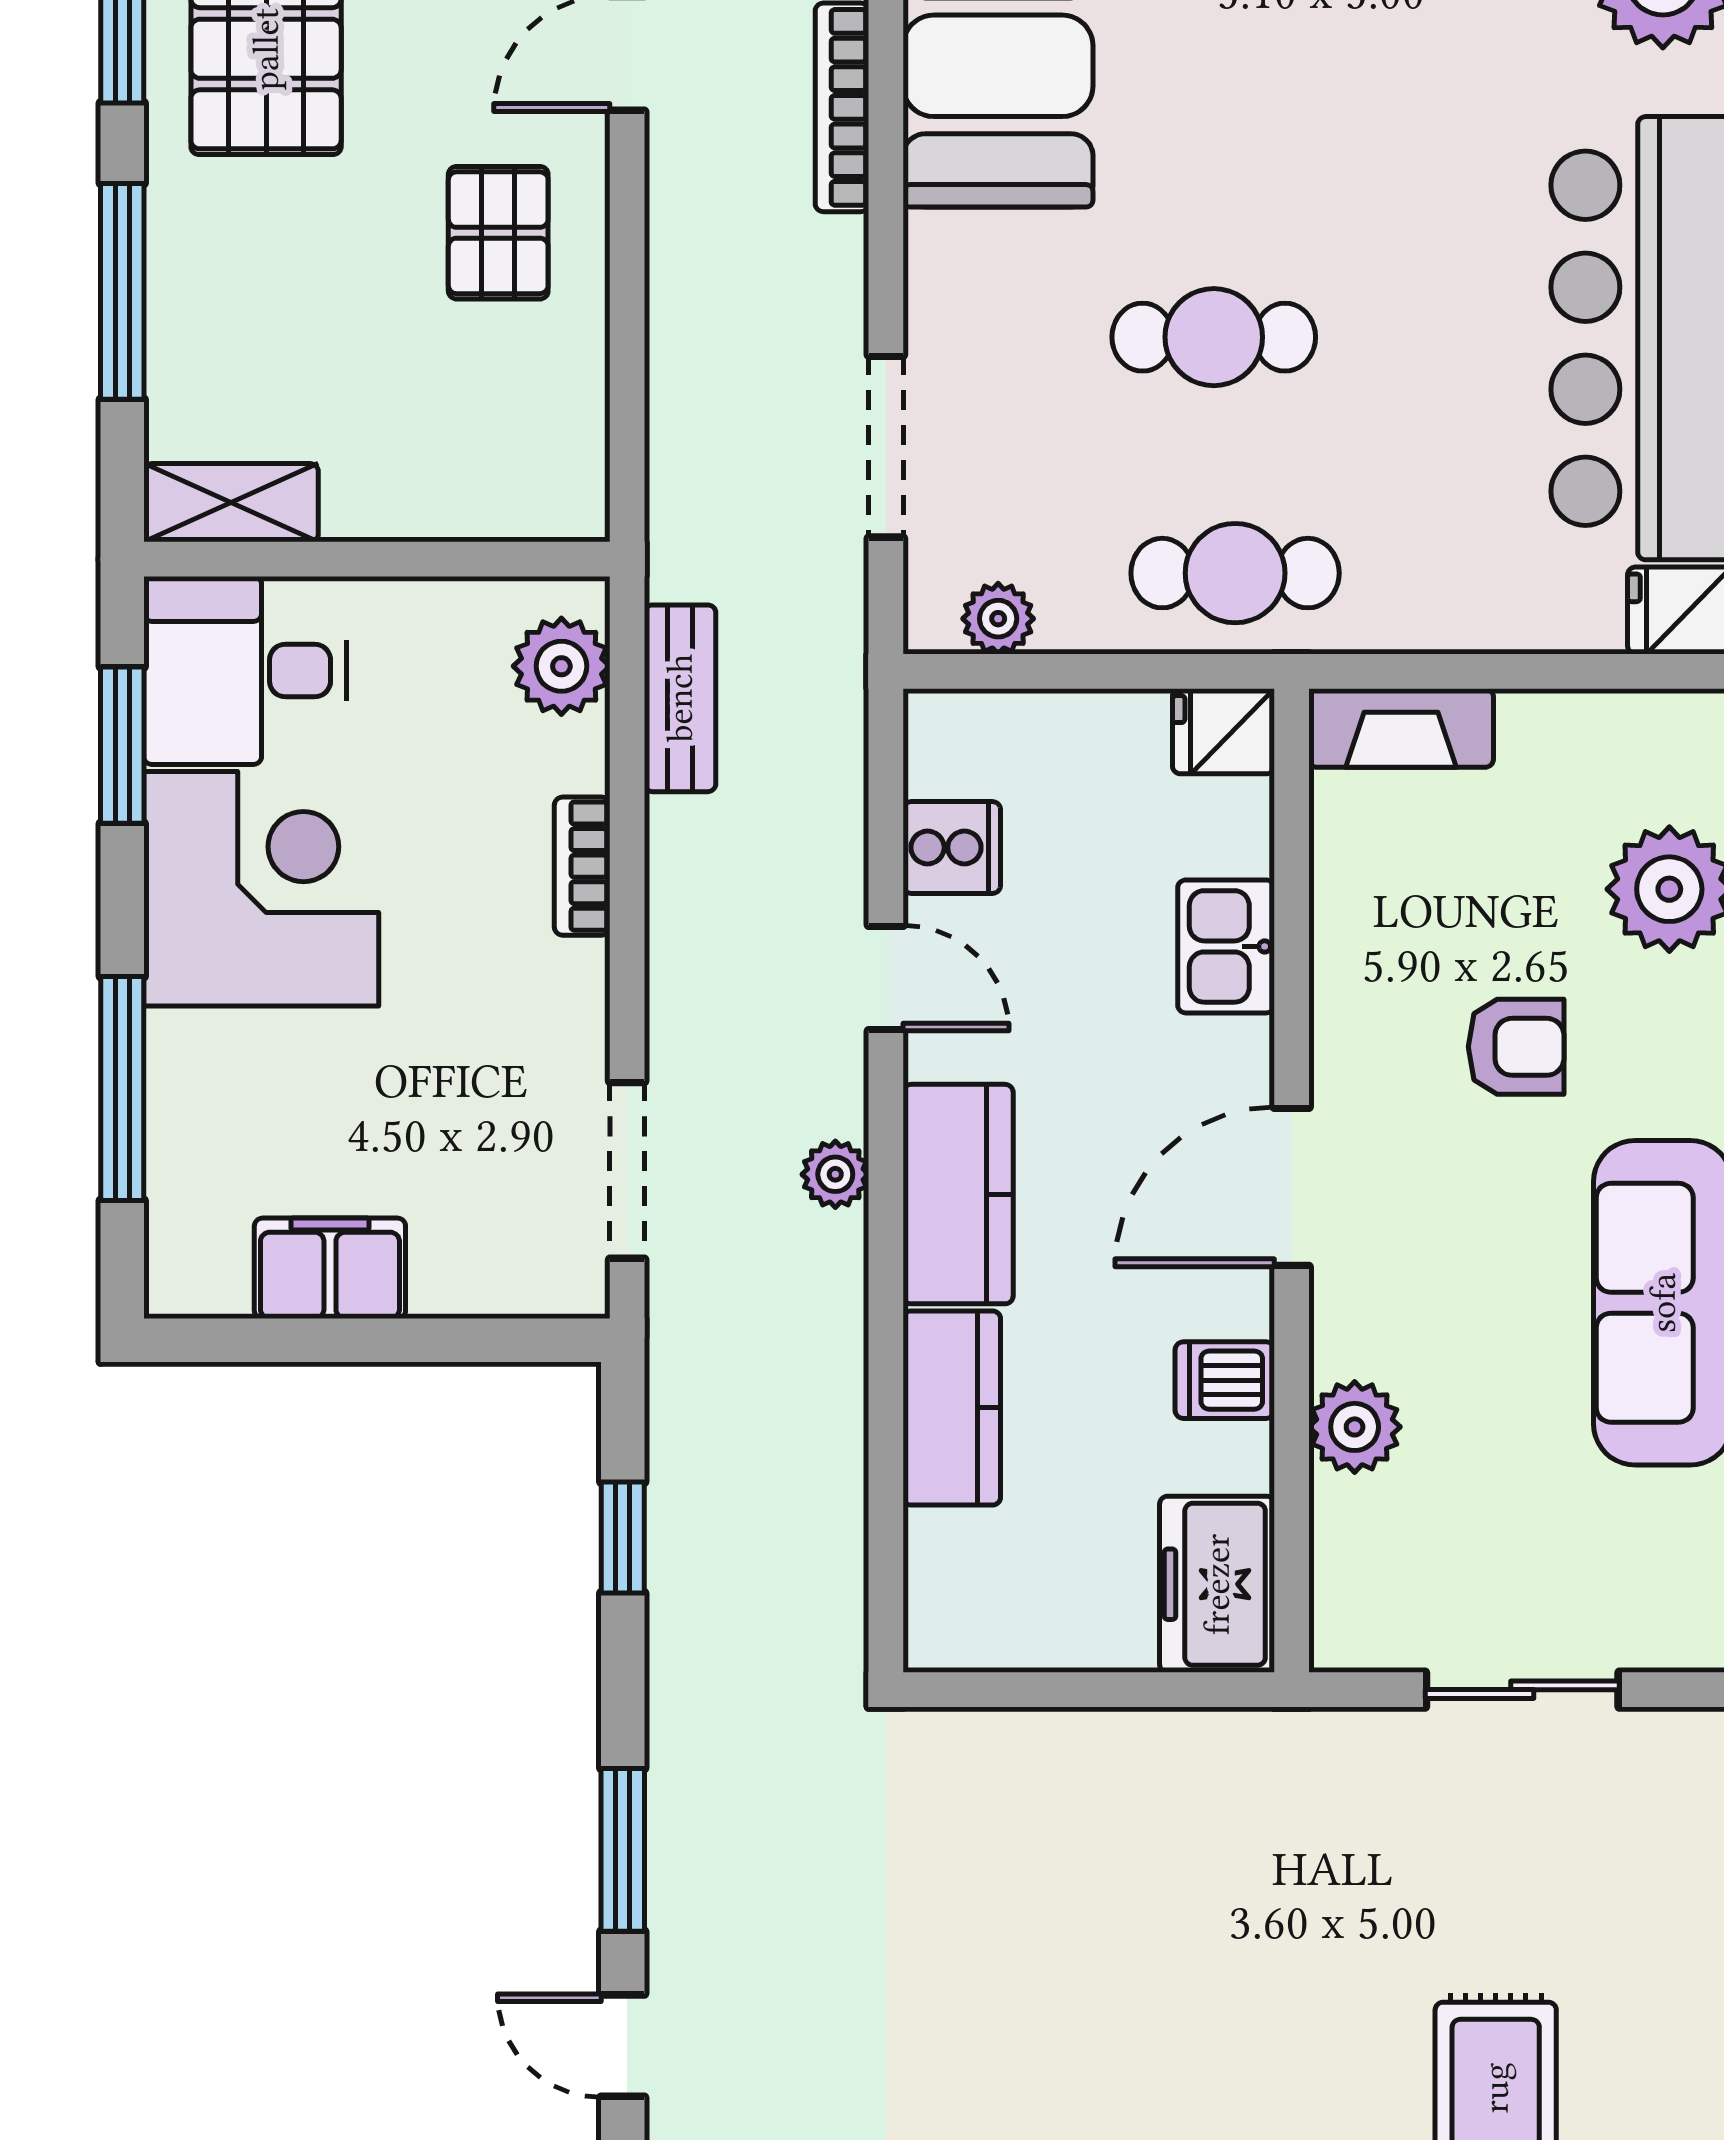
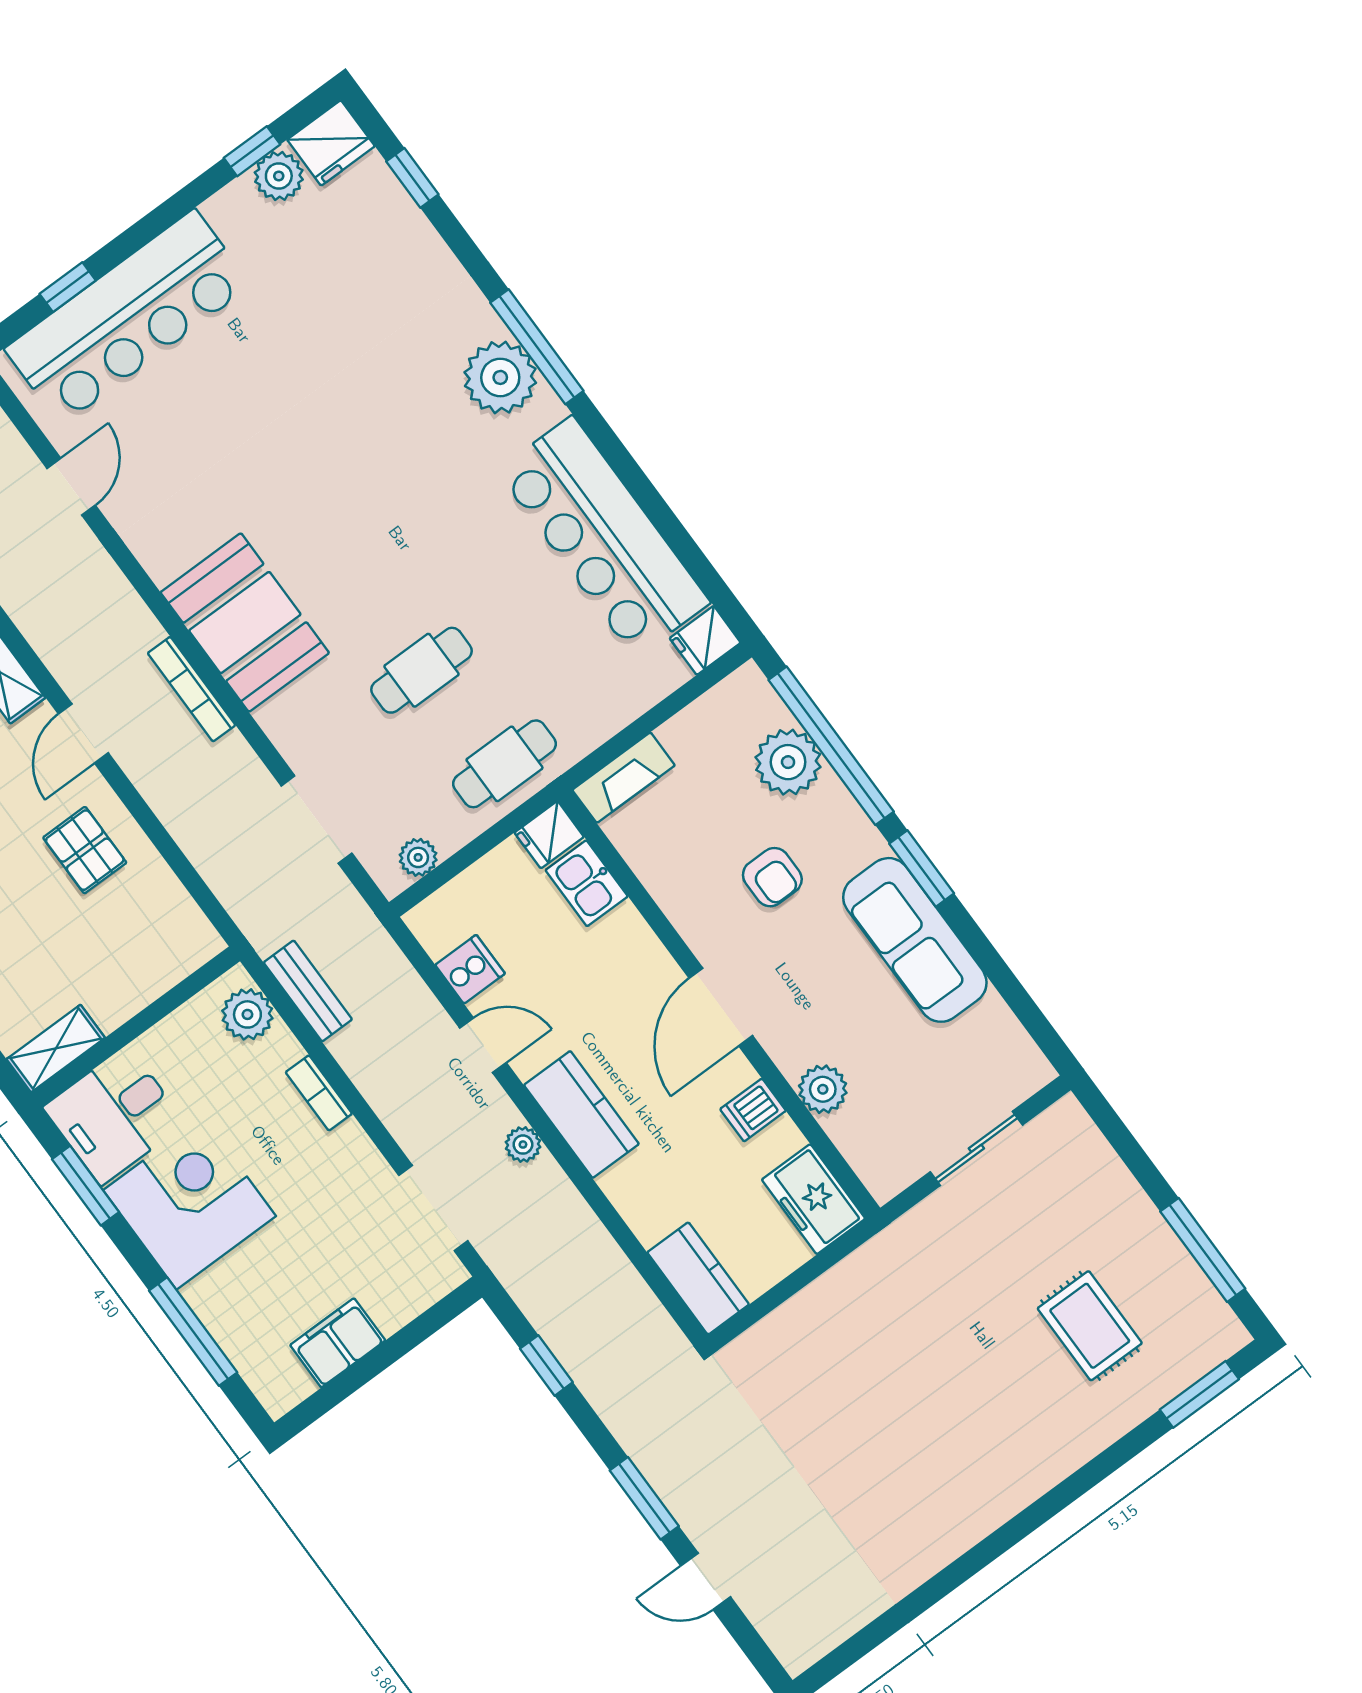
kitchen sink: (1226, 946) -> (587, 883), moved
armchair: (1516, 1047) -> (772, 877), turned 90
kitchen counter: (952, 1408) -> (698, 1278), moved

